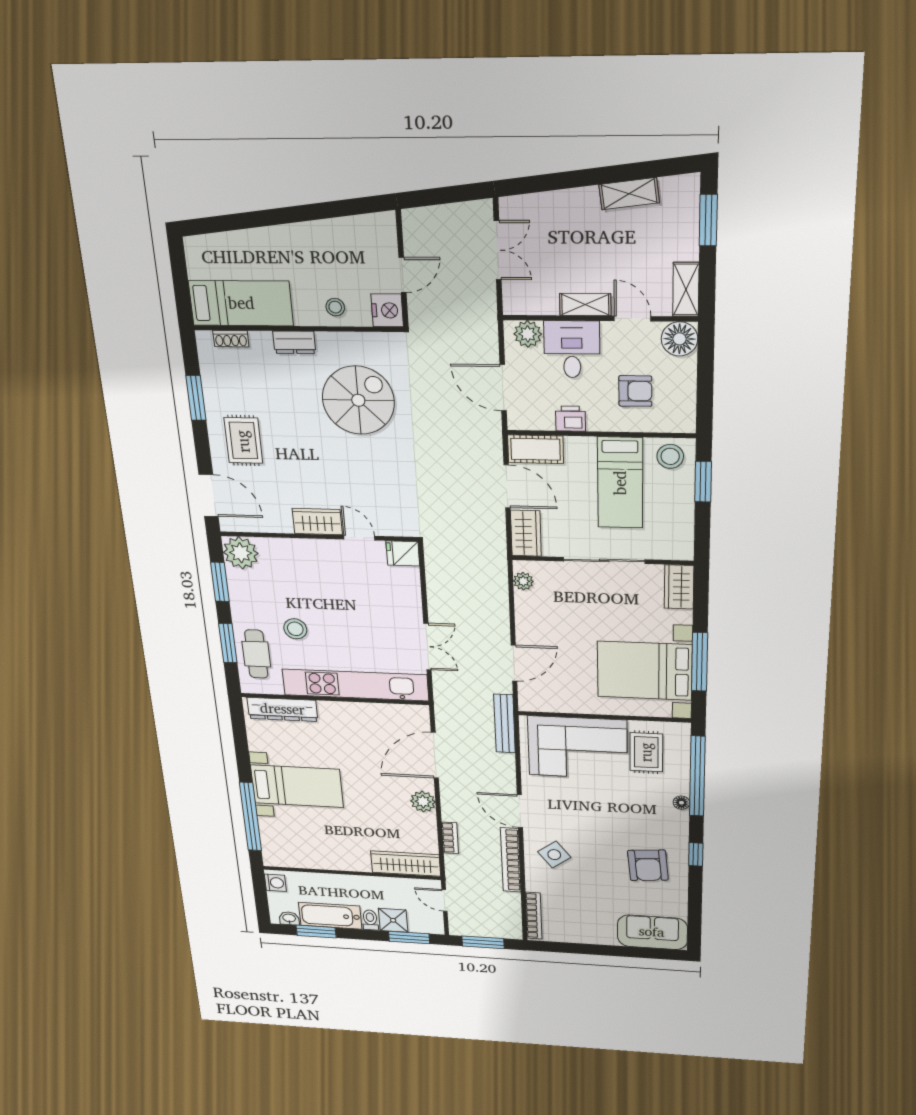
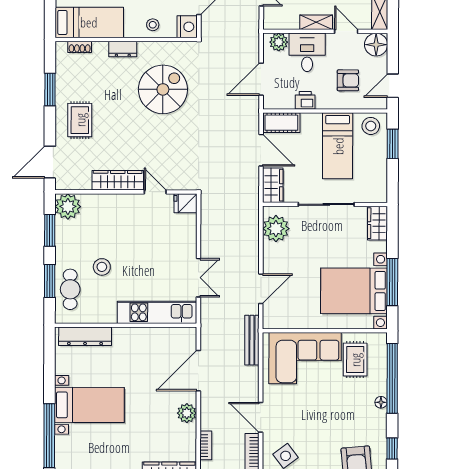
door: (503, 388) -> (261, 79), hinge flipped
door: (705, 400) -> (393, 86), added
door: (209, 495) -> (50, 162), swing flipped
wardrobe: (317, 522) -> (118, 180), width x1.50
plant: (523, 581) -> (276, 229), width x1.87, depth x1.87
kitchen unit: (355, 685) -> (157, 312), width x0.73

